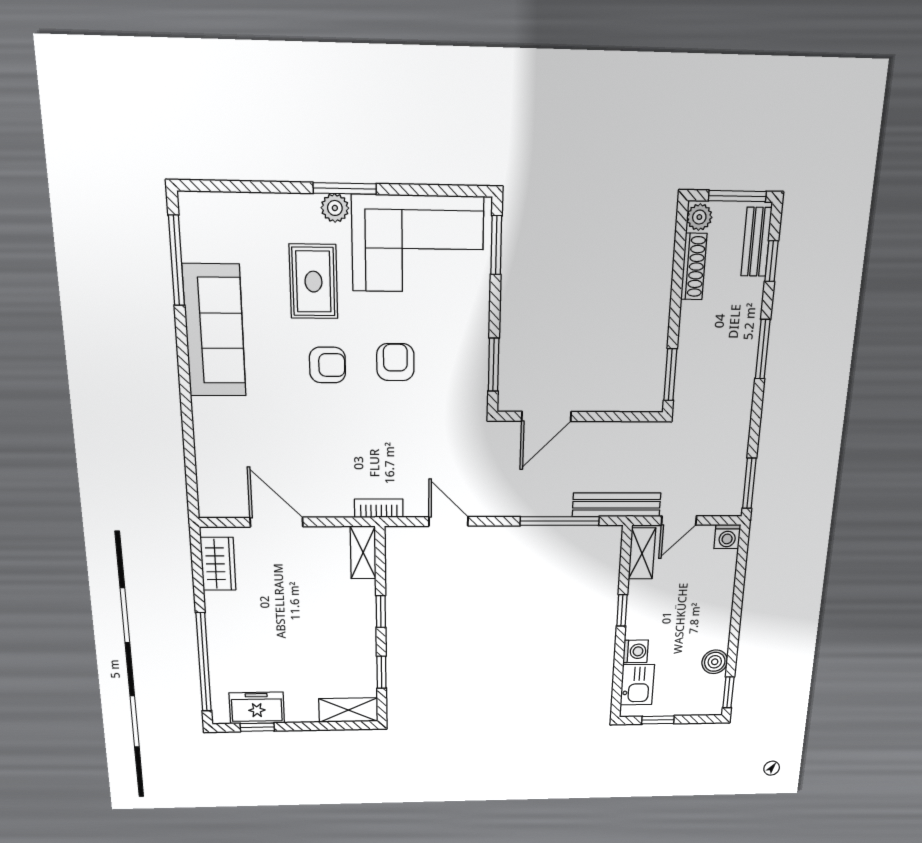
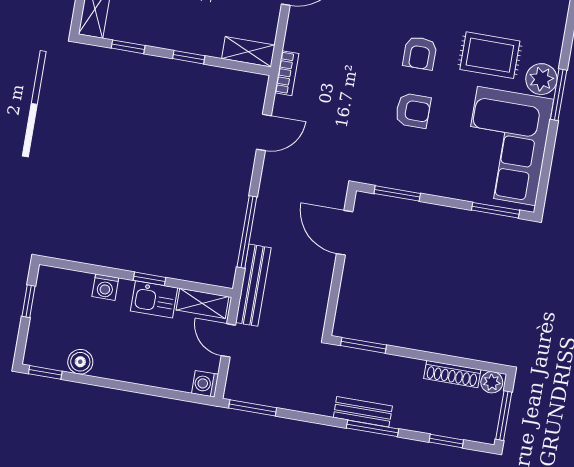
plant: (335, 208) -> (541, 79), width x1.38, depth x1.38
bench: (756, 242) -> (363, 412), moved
kitchen sink: (637, 685) -> (154, 299), moved

